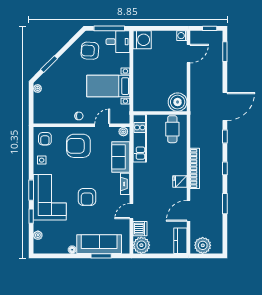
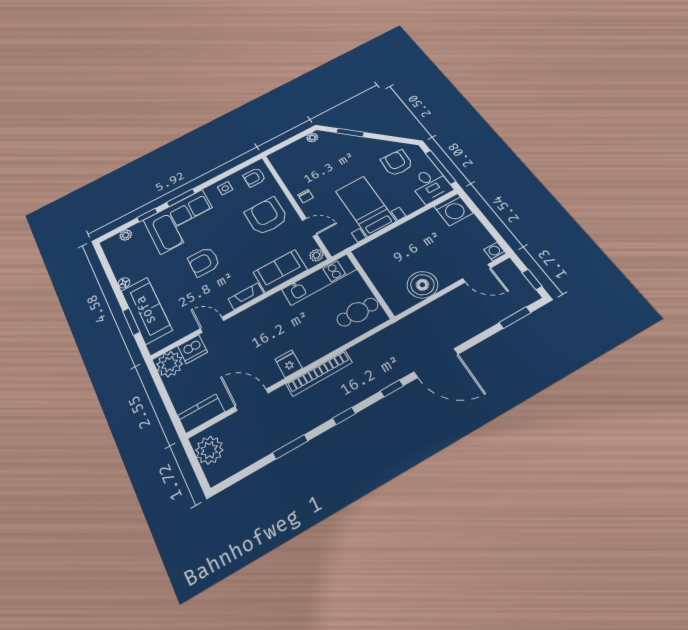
boiler: (178, 102) -> (422, 285), moved

